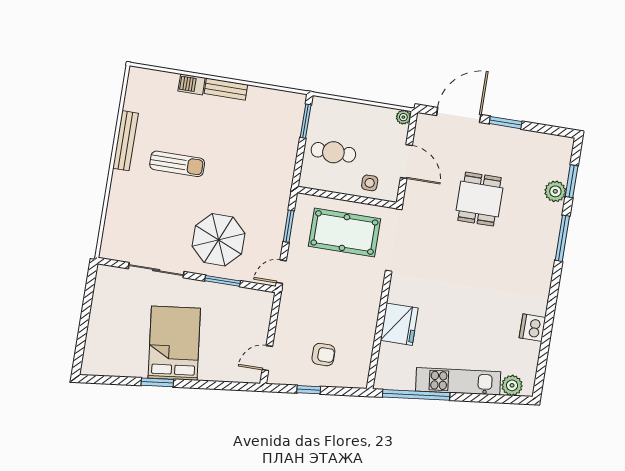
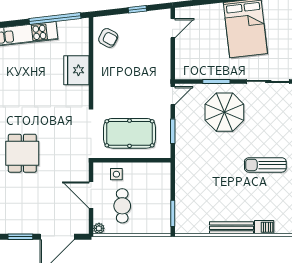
bench: (226, 89) -> (232, 228), width x1.36
cafe table: (333, 152) -> (122, 206), moved, turned 90
dining table: (479, 199) -> (22, 153), moved
armchair: (323, 355) -> (108, 38), moved, turned -152

